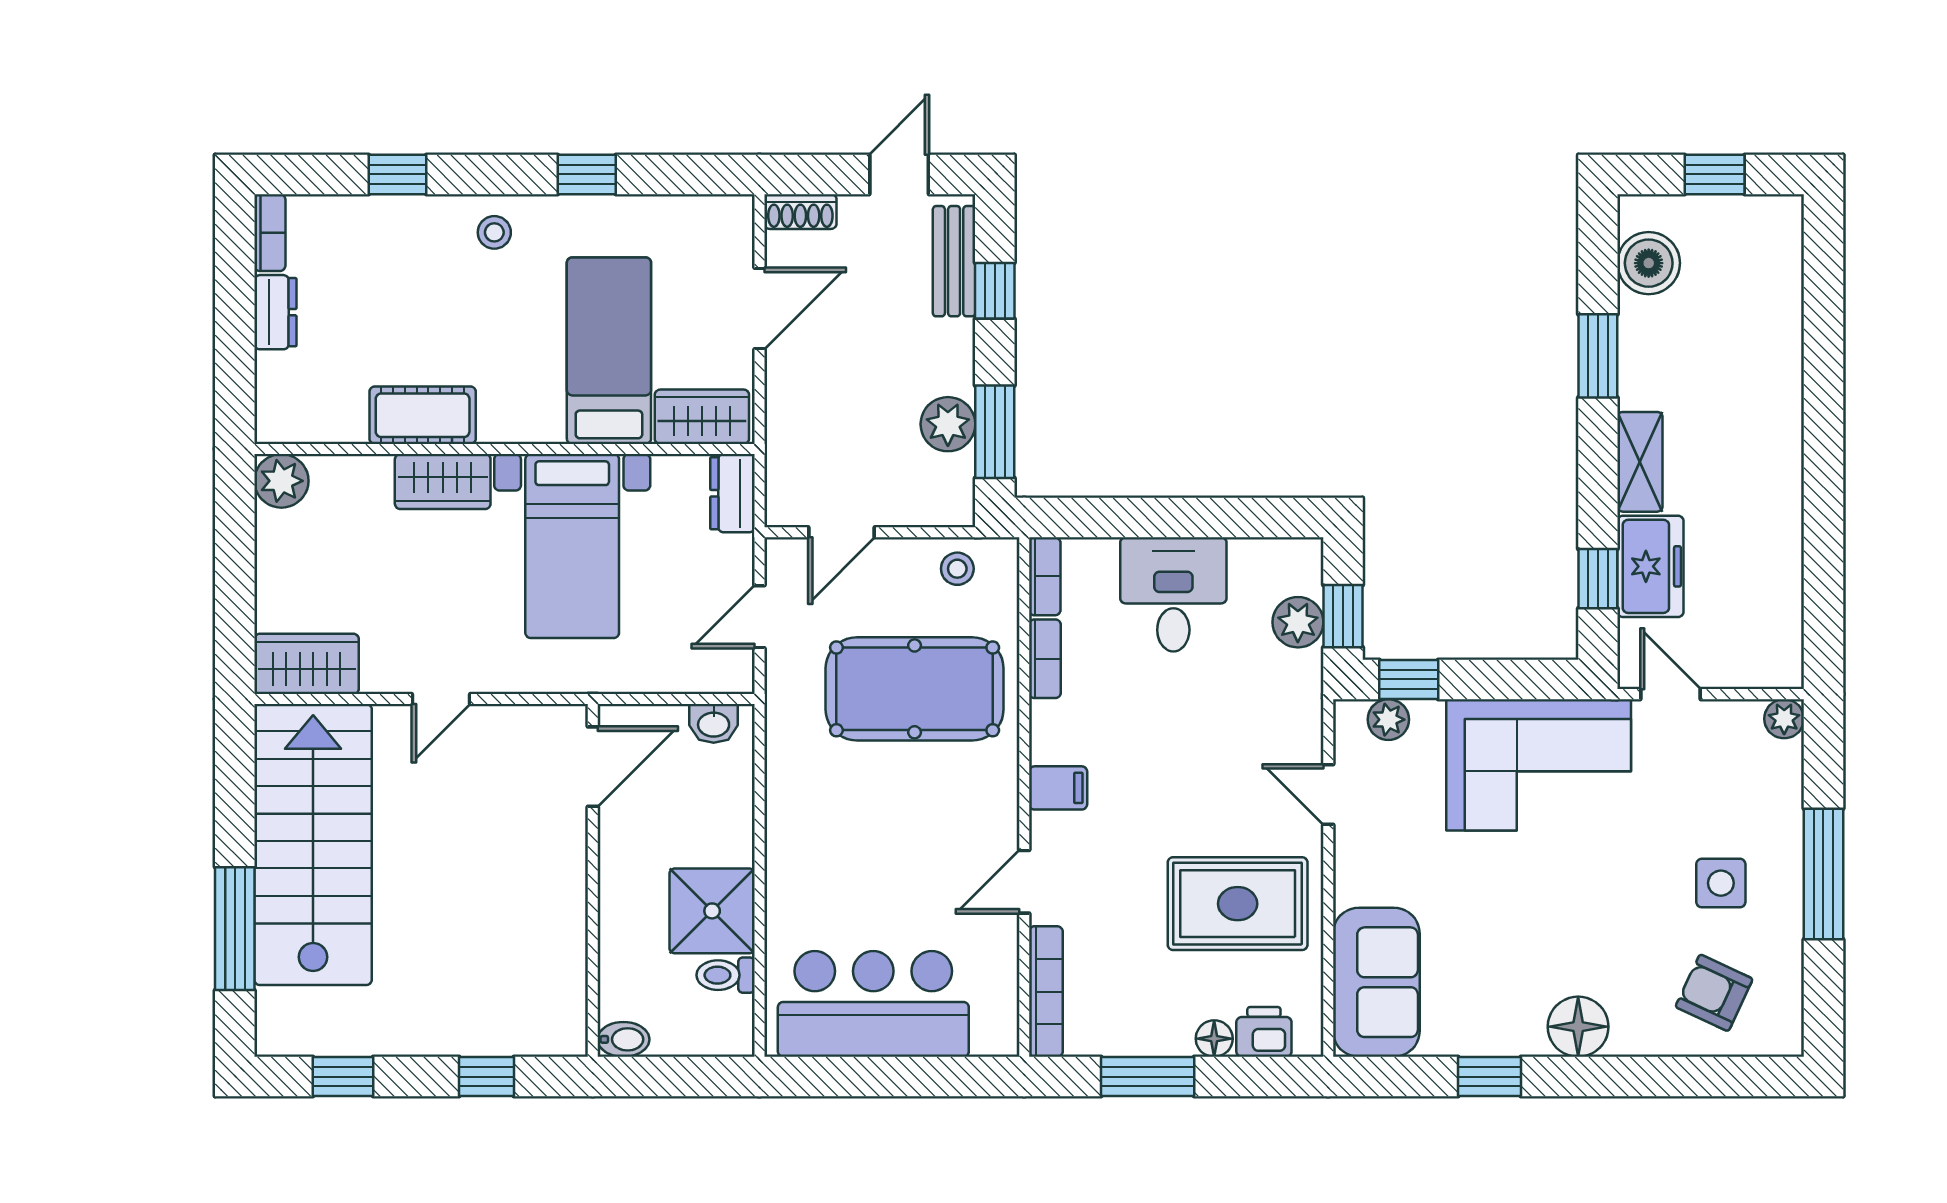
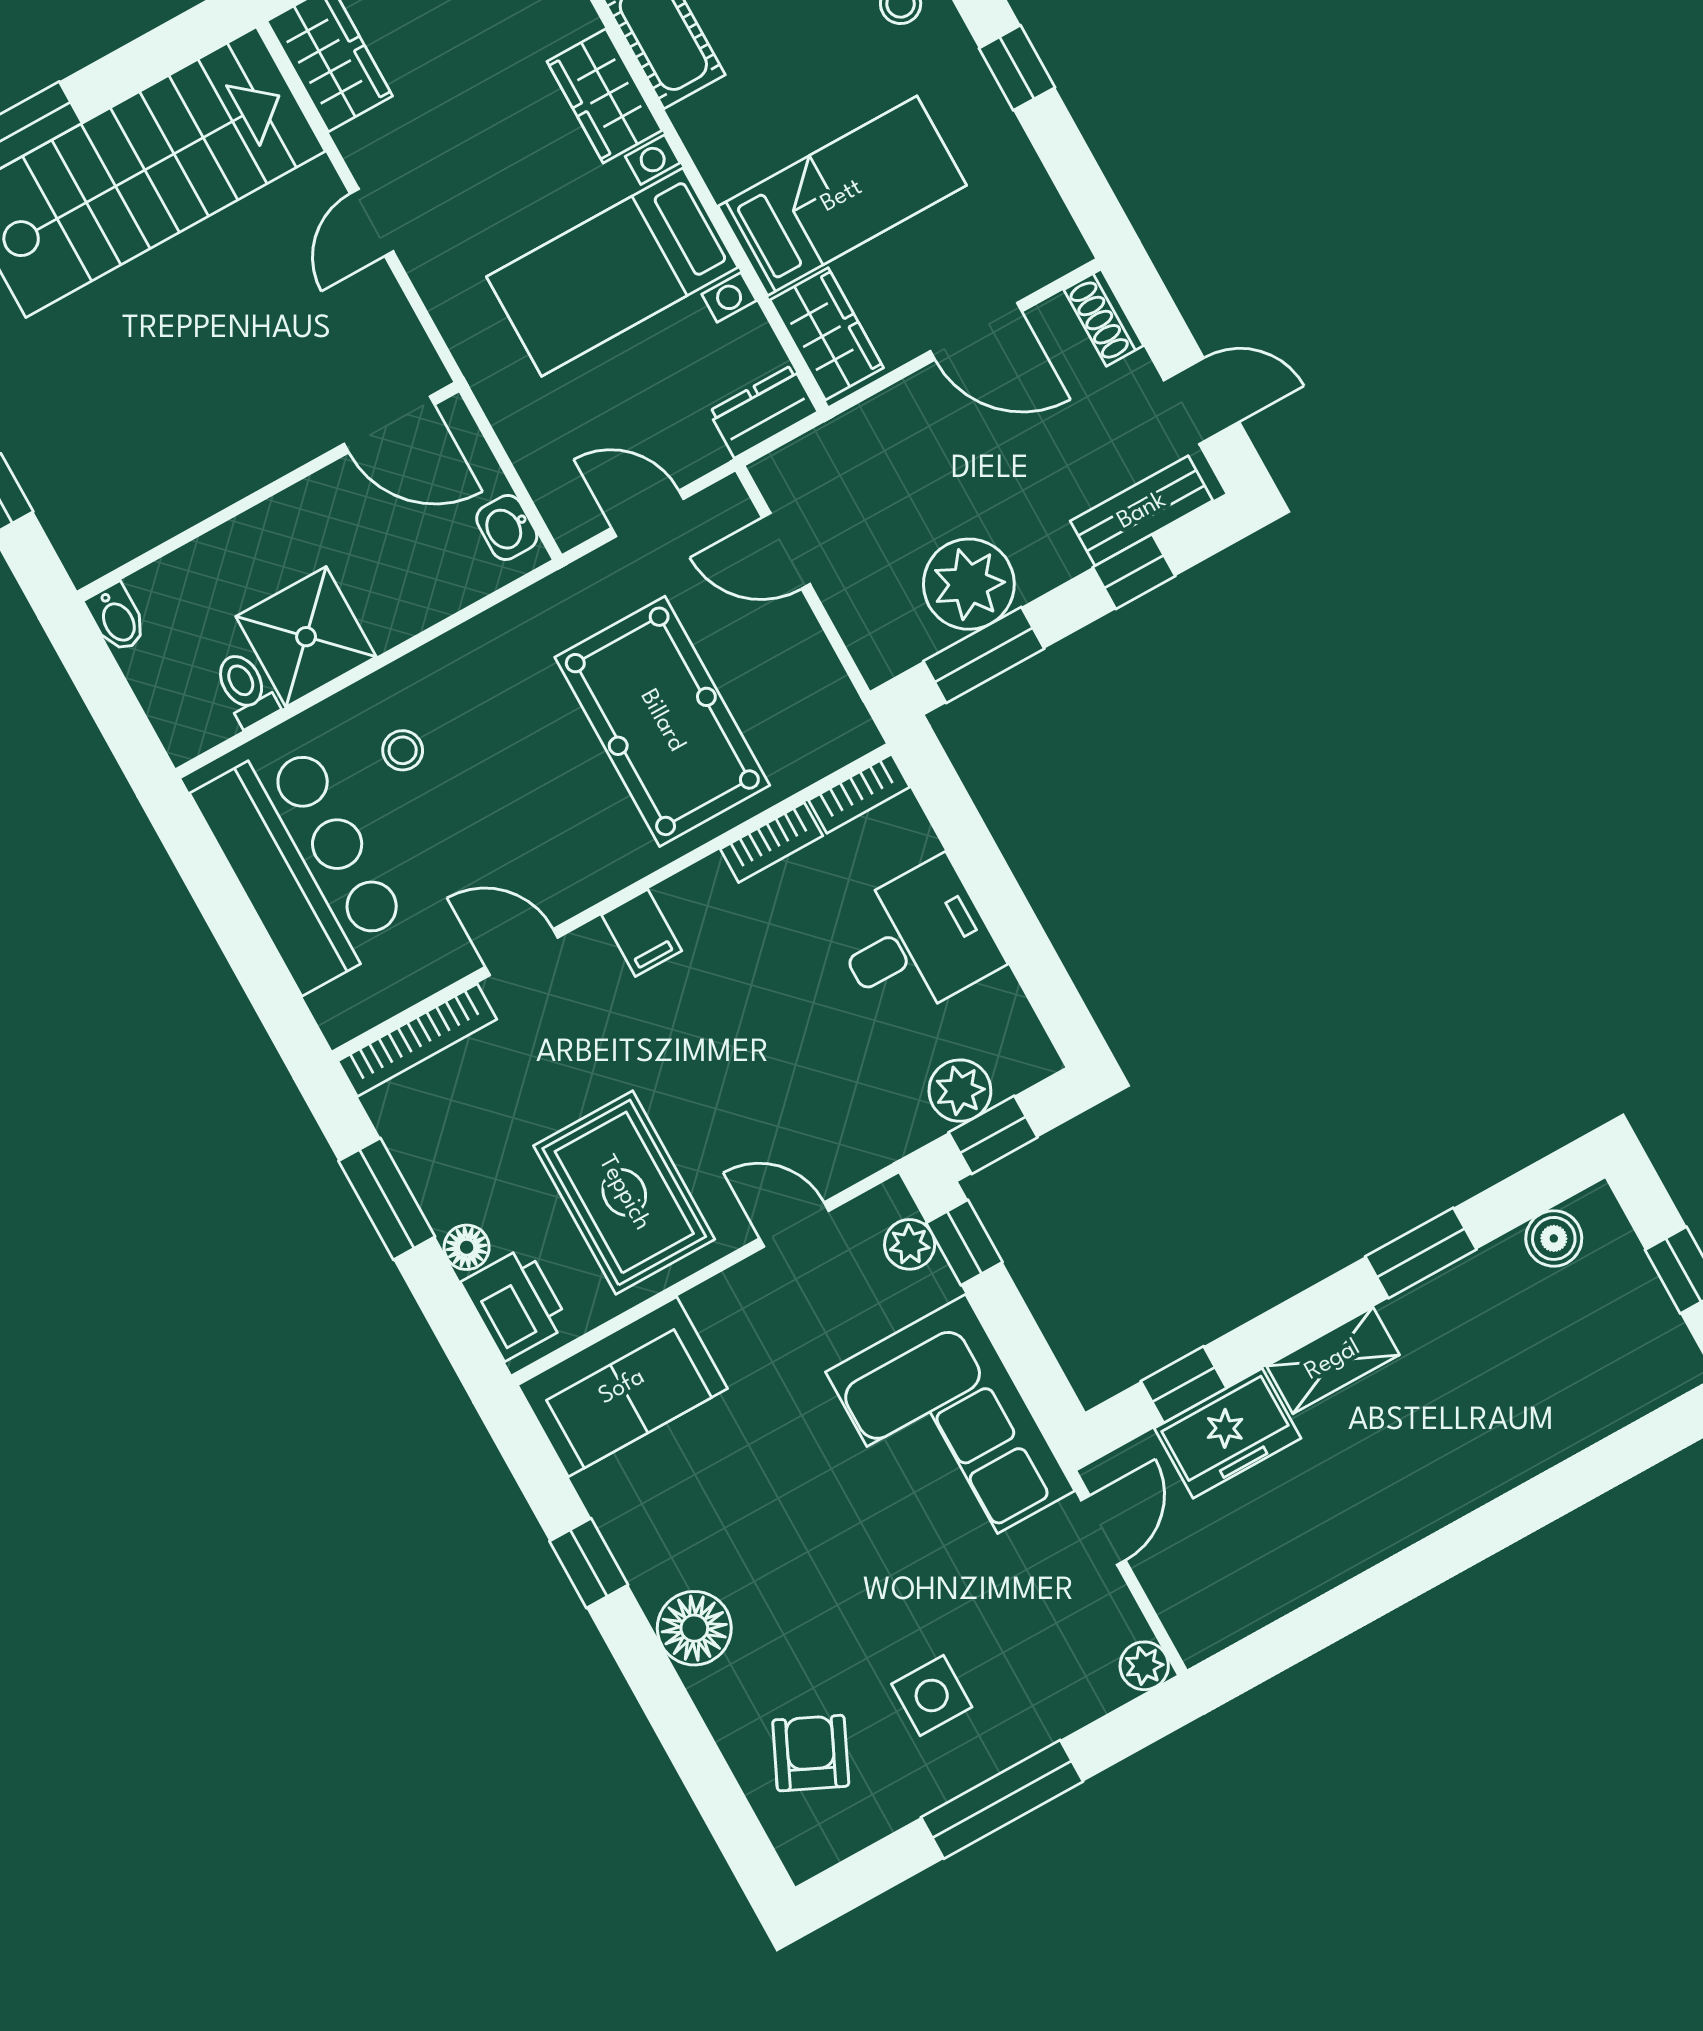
boiler: (1649, 263) -> (1554, 1238), width x0.73, depth x0.73
plant: (948, 424) -> (969, 584), width x1.36, depth x1.36
stool: (957, 569) -> (403, 750), moved
door: (441, 699) -> (372, 223), hinge flipped
door: (1328, 794) -> (794, 1225), hinge flipped
printer: (1264, 1032) -> (515, 1304), width x1.36, depth x1.24

